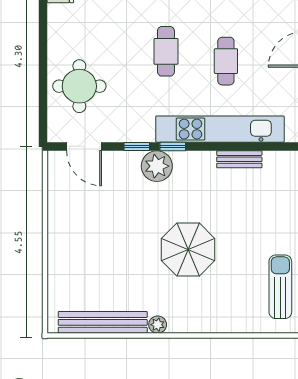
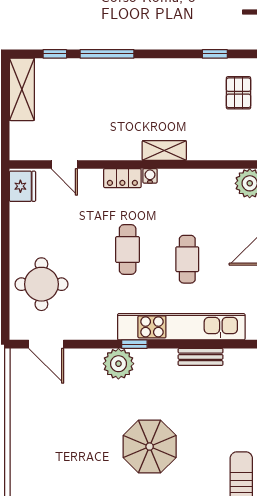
window: (137, 146) -> (99, 344), removed

